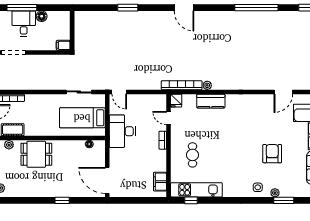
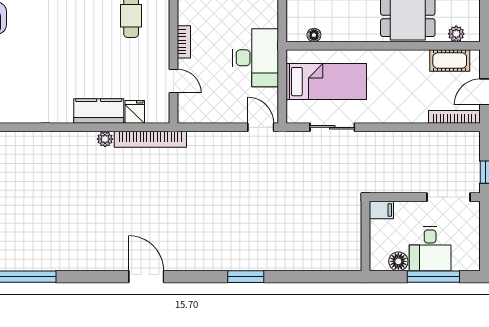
wall: (72, 31) -> (366, 236), moved
filing cabinet: (63, 45) -> (381, 210), moved
fridge: (176, 101) -> (135, 112), moved

